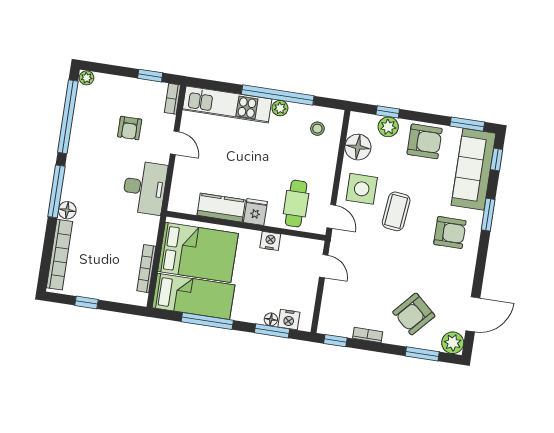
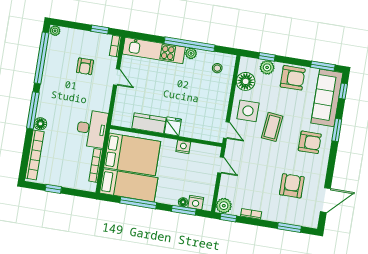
desk: (145, 188) -> (92, 129), moved
cafe table: (296, 204) -> (202, 121), removed
armchair: (414, 314) -> (292, 186), moved, turned 138
plant: (453, 343) -> (224, 206), moved

